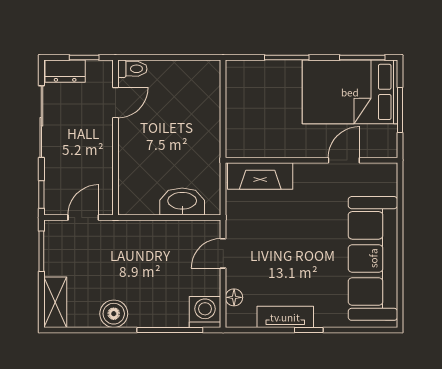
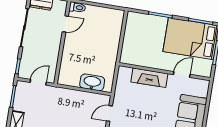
fireplace: (260, 176) -> (149, 78), moved

